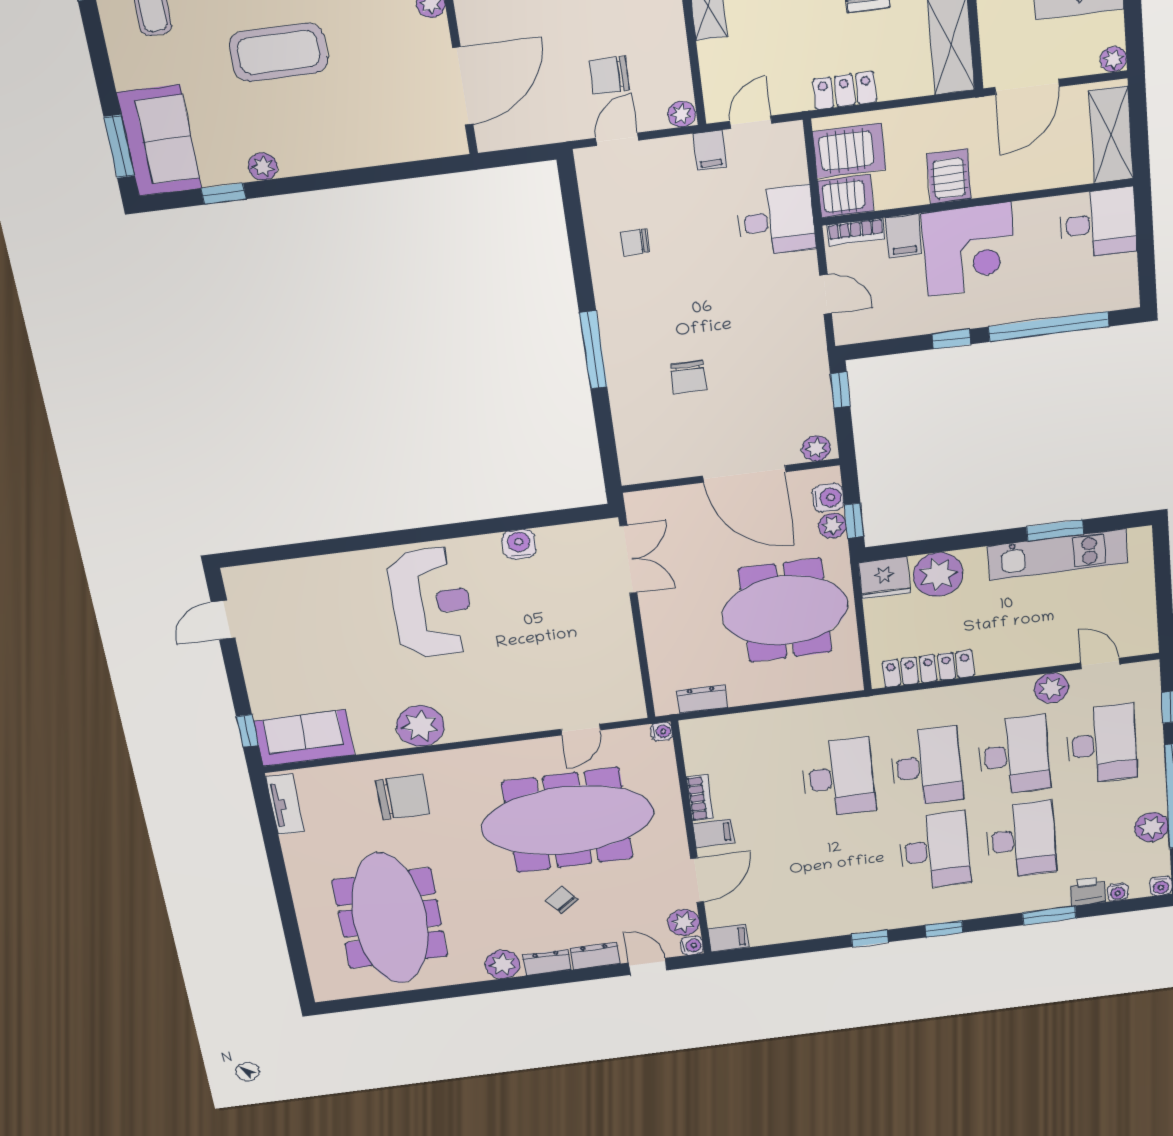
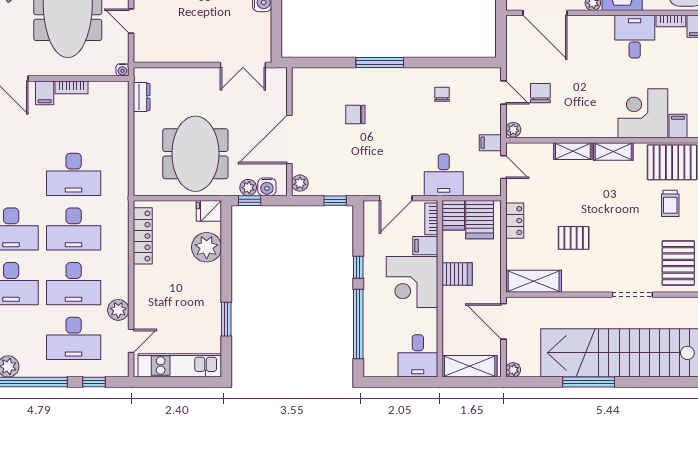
door: (826, 294) -> (396, 198), width x1.38
kitchen unit: (1058, 555) -> (180, 365), moved, turned 90
fridge: (884, 578) -> (209, 211), width x0.72

